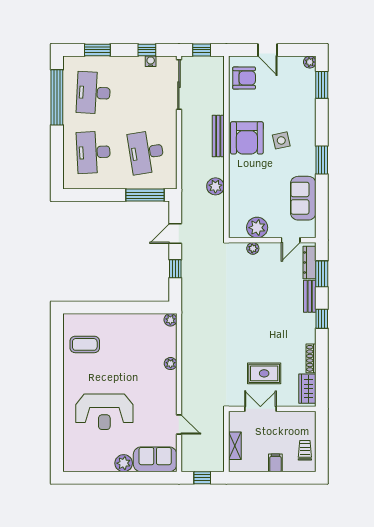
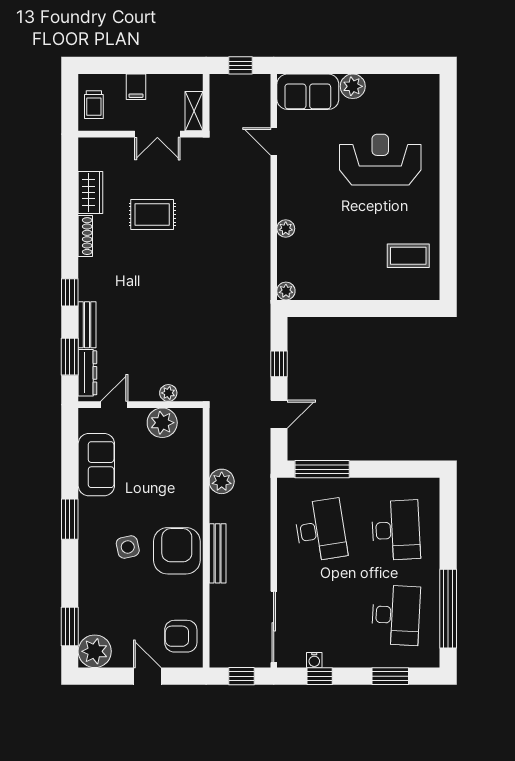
plant: (310, 62) -> (95, 651), width x1.88, depth x1.88
double door: (260, 409) -> (157, 134), moved
wall: (272, 409) -> (141, 134), moved

